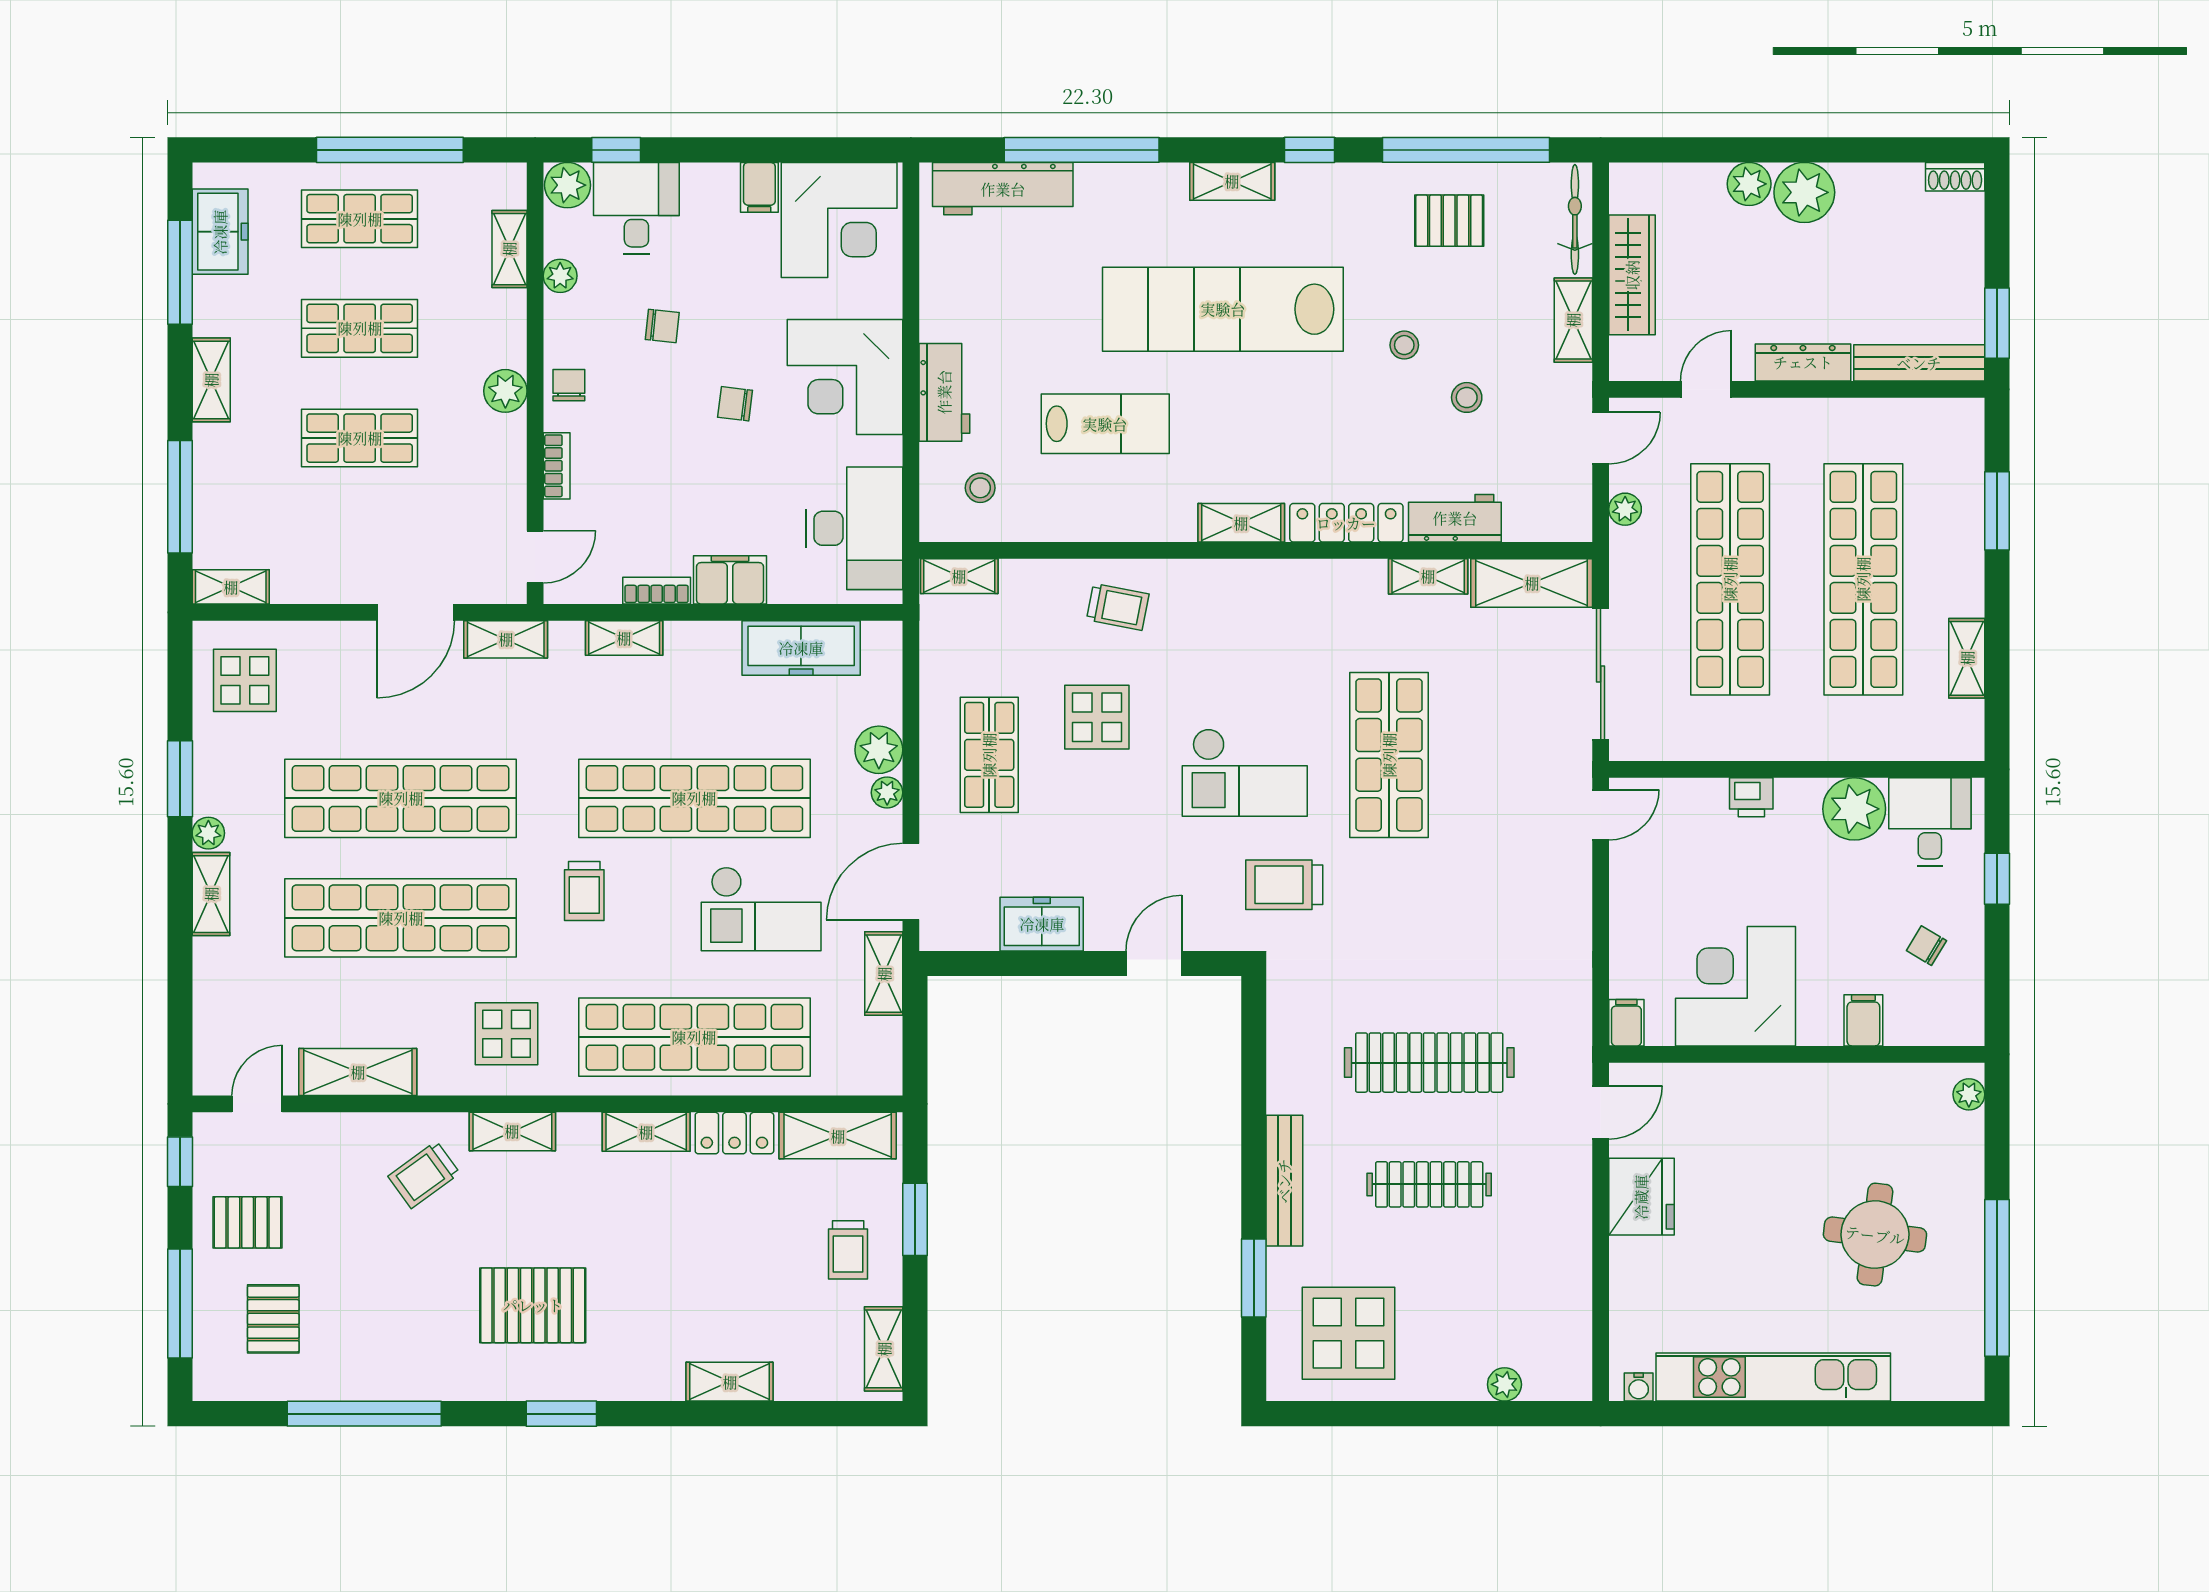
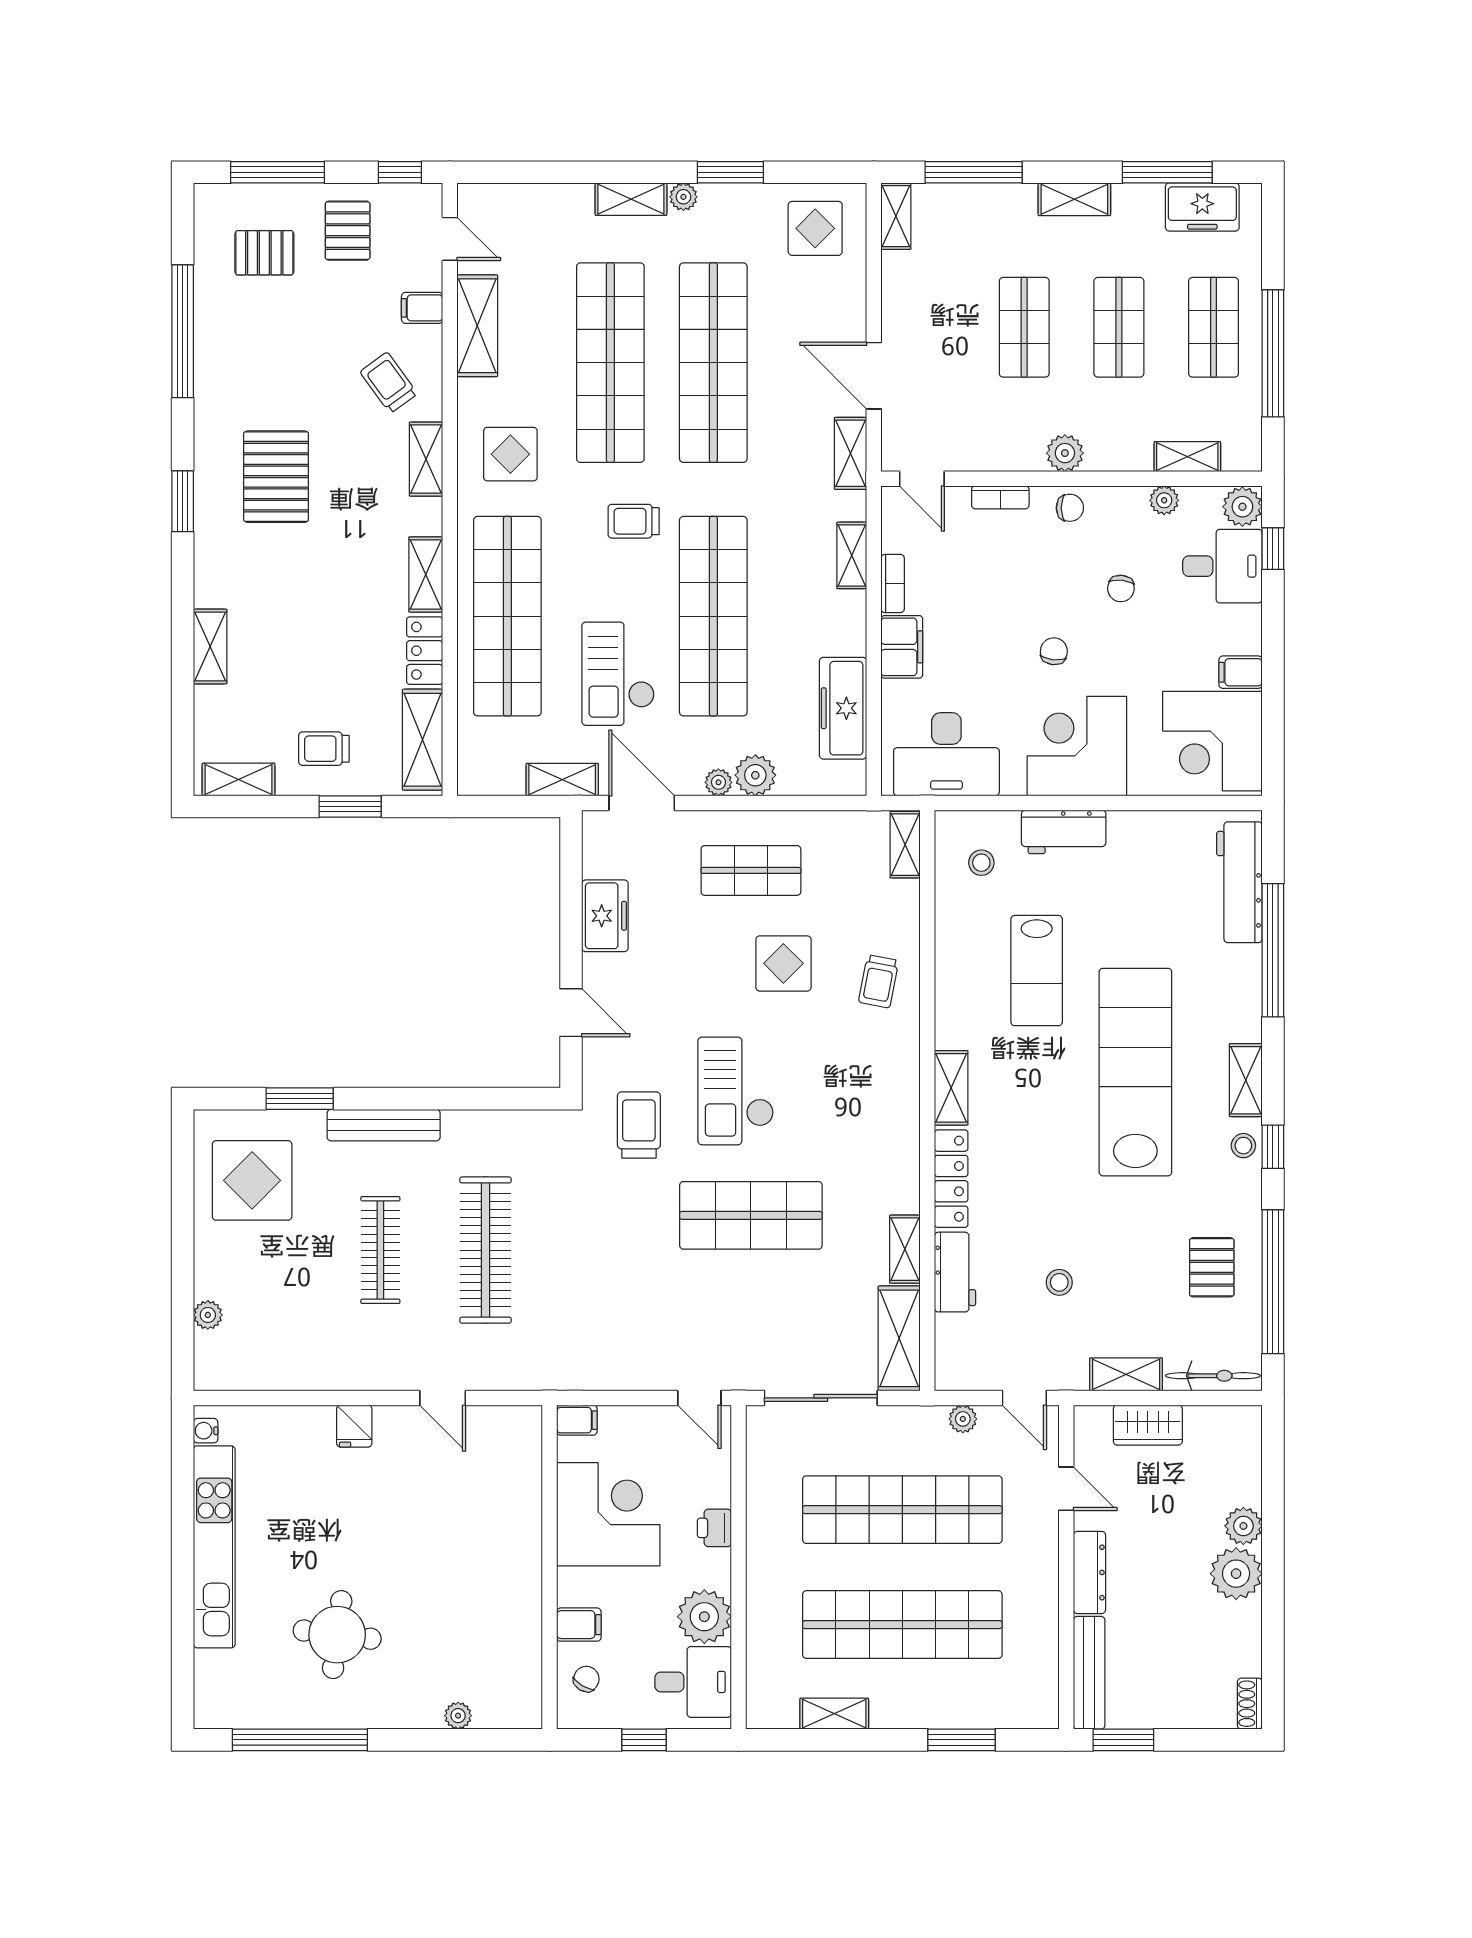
wardrobe: (1632, 275) -> (1148, 1425), width x0.67
stool: (1404, 345) -> (1243, 1146), moved
corner desk: (1736, 986) -> (608, 1514), moved
filing cabinet: (1863, 1020) -> (579, 1625), moved
filing cabinet: (1626, 1023) -> (577, 1420), moved
wall: (1797, 1054) -> (550, 1567), moved
filing cabinet: (337, 1136) -> (422, 308), added
fridge: (1641, 1197) -> (354, 1426), width x0.53, depth x0.75

